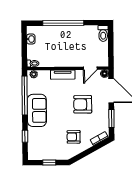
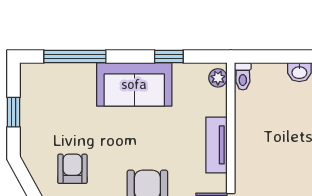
window: (25, 96) -> (169, 57), width x0.32
window: (25, 136) -> (75, 57), width x2.17

